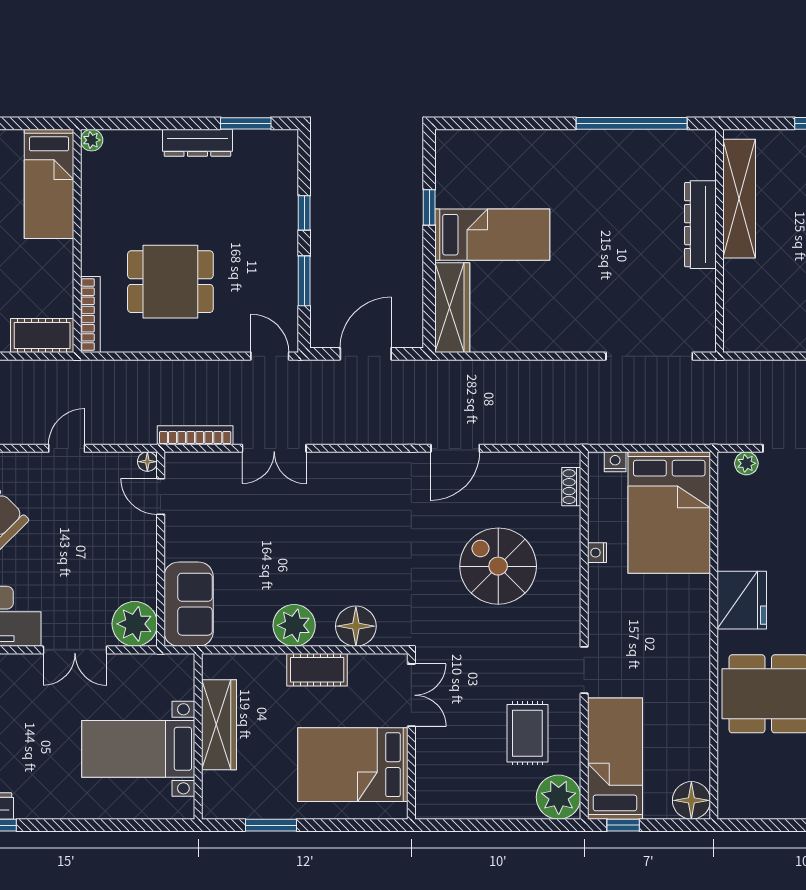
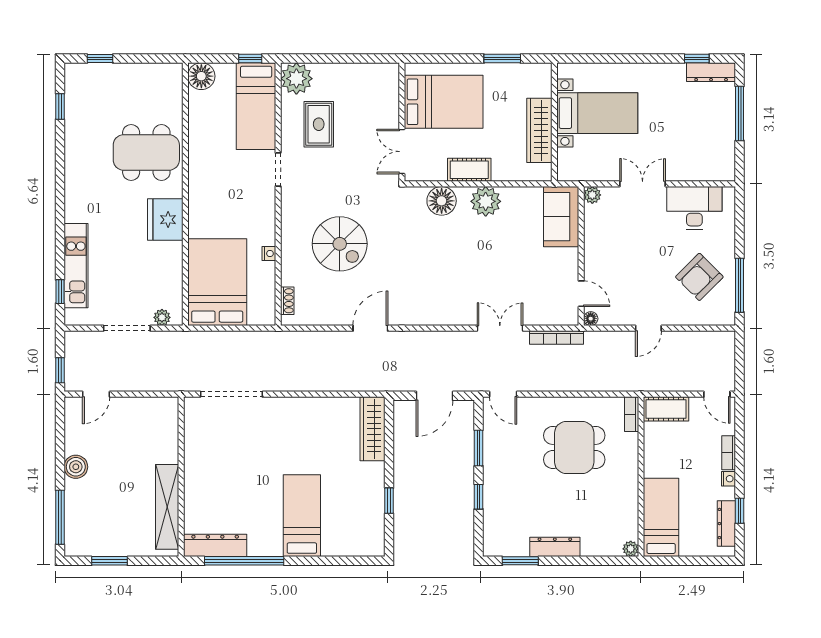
dresser: (700, 225) -> (215, 545), moved, turned -90
bed: (492, 235) -> (302, 516), moved, turned 90
bookcase: (90, 315) -> (632, 414), width x0.64
nightstand: (615, 462) -> (256, 319), removed
plant: (135, 624) -> (592, 195), width x0.53, depth x0.53

